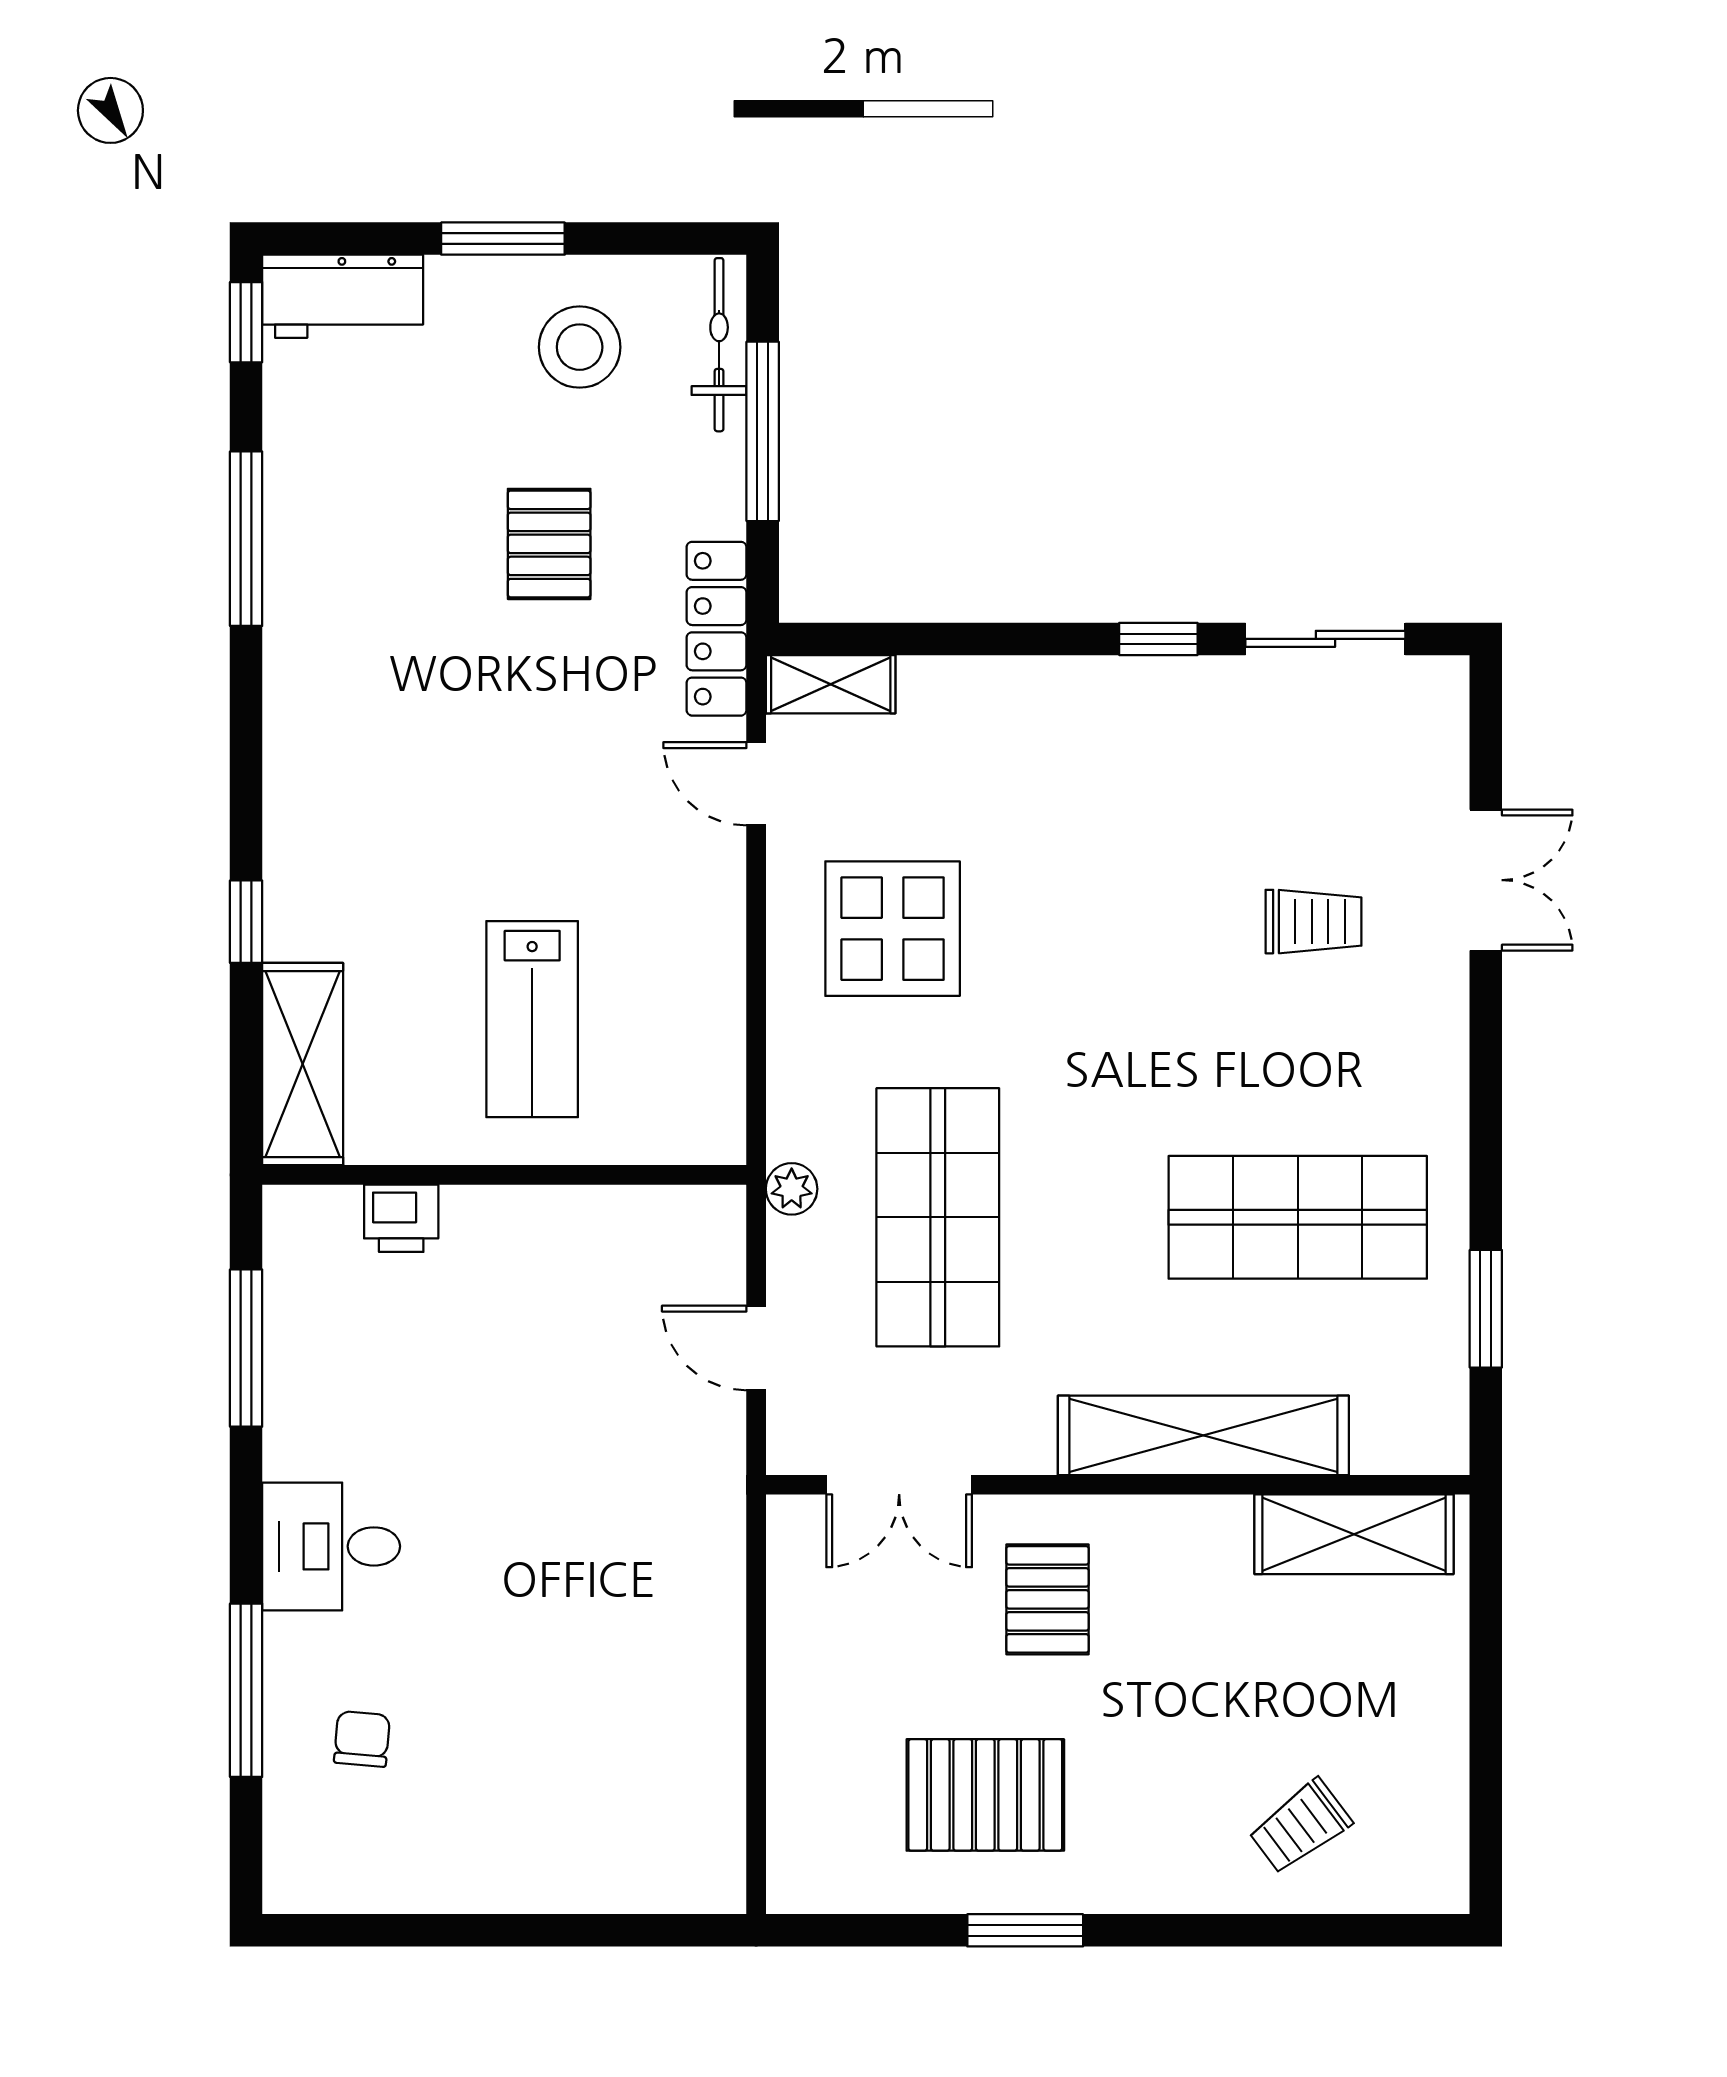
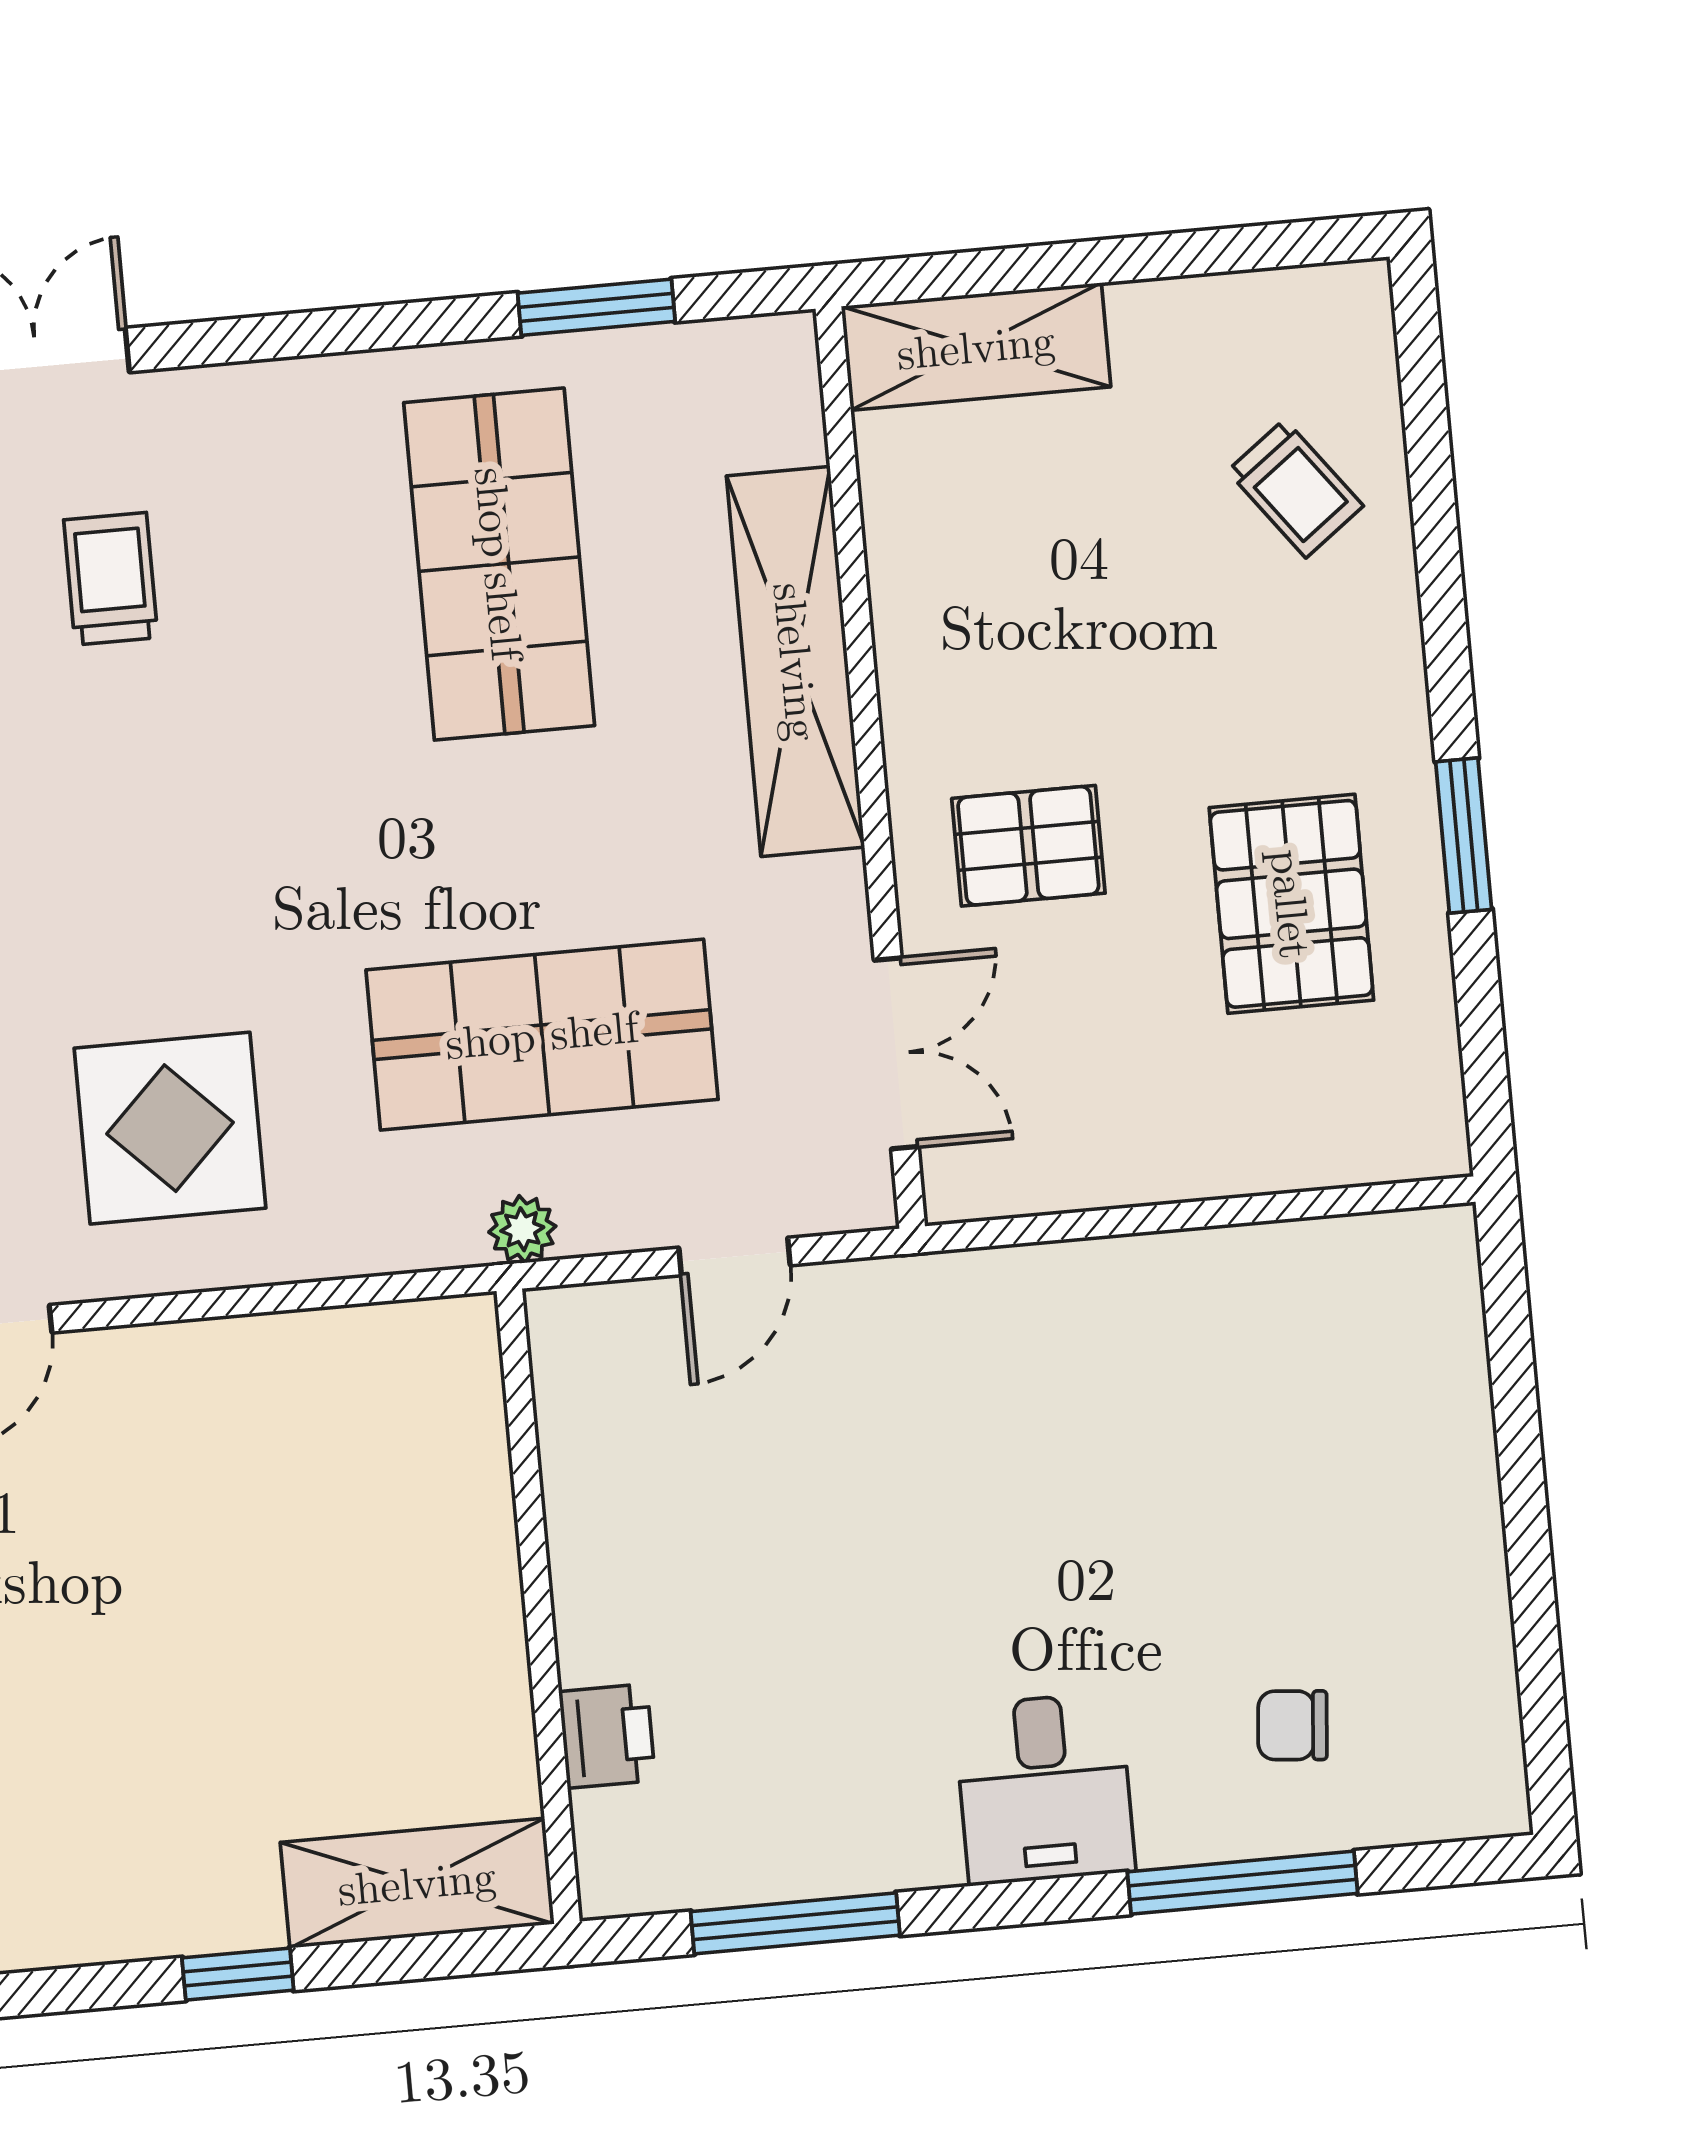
lab bench: (532, 1019) -> (331, 1588), removed
shelving: (1354, 1534) -> (976, 347), moved, turned 90

